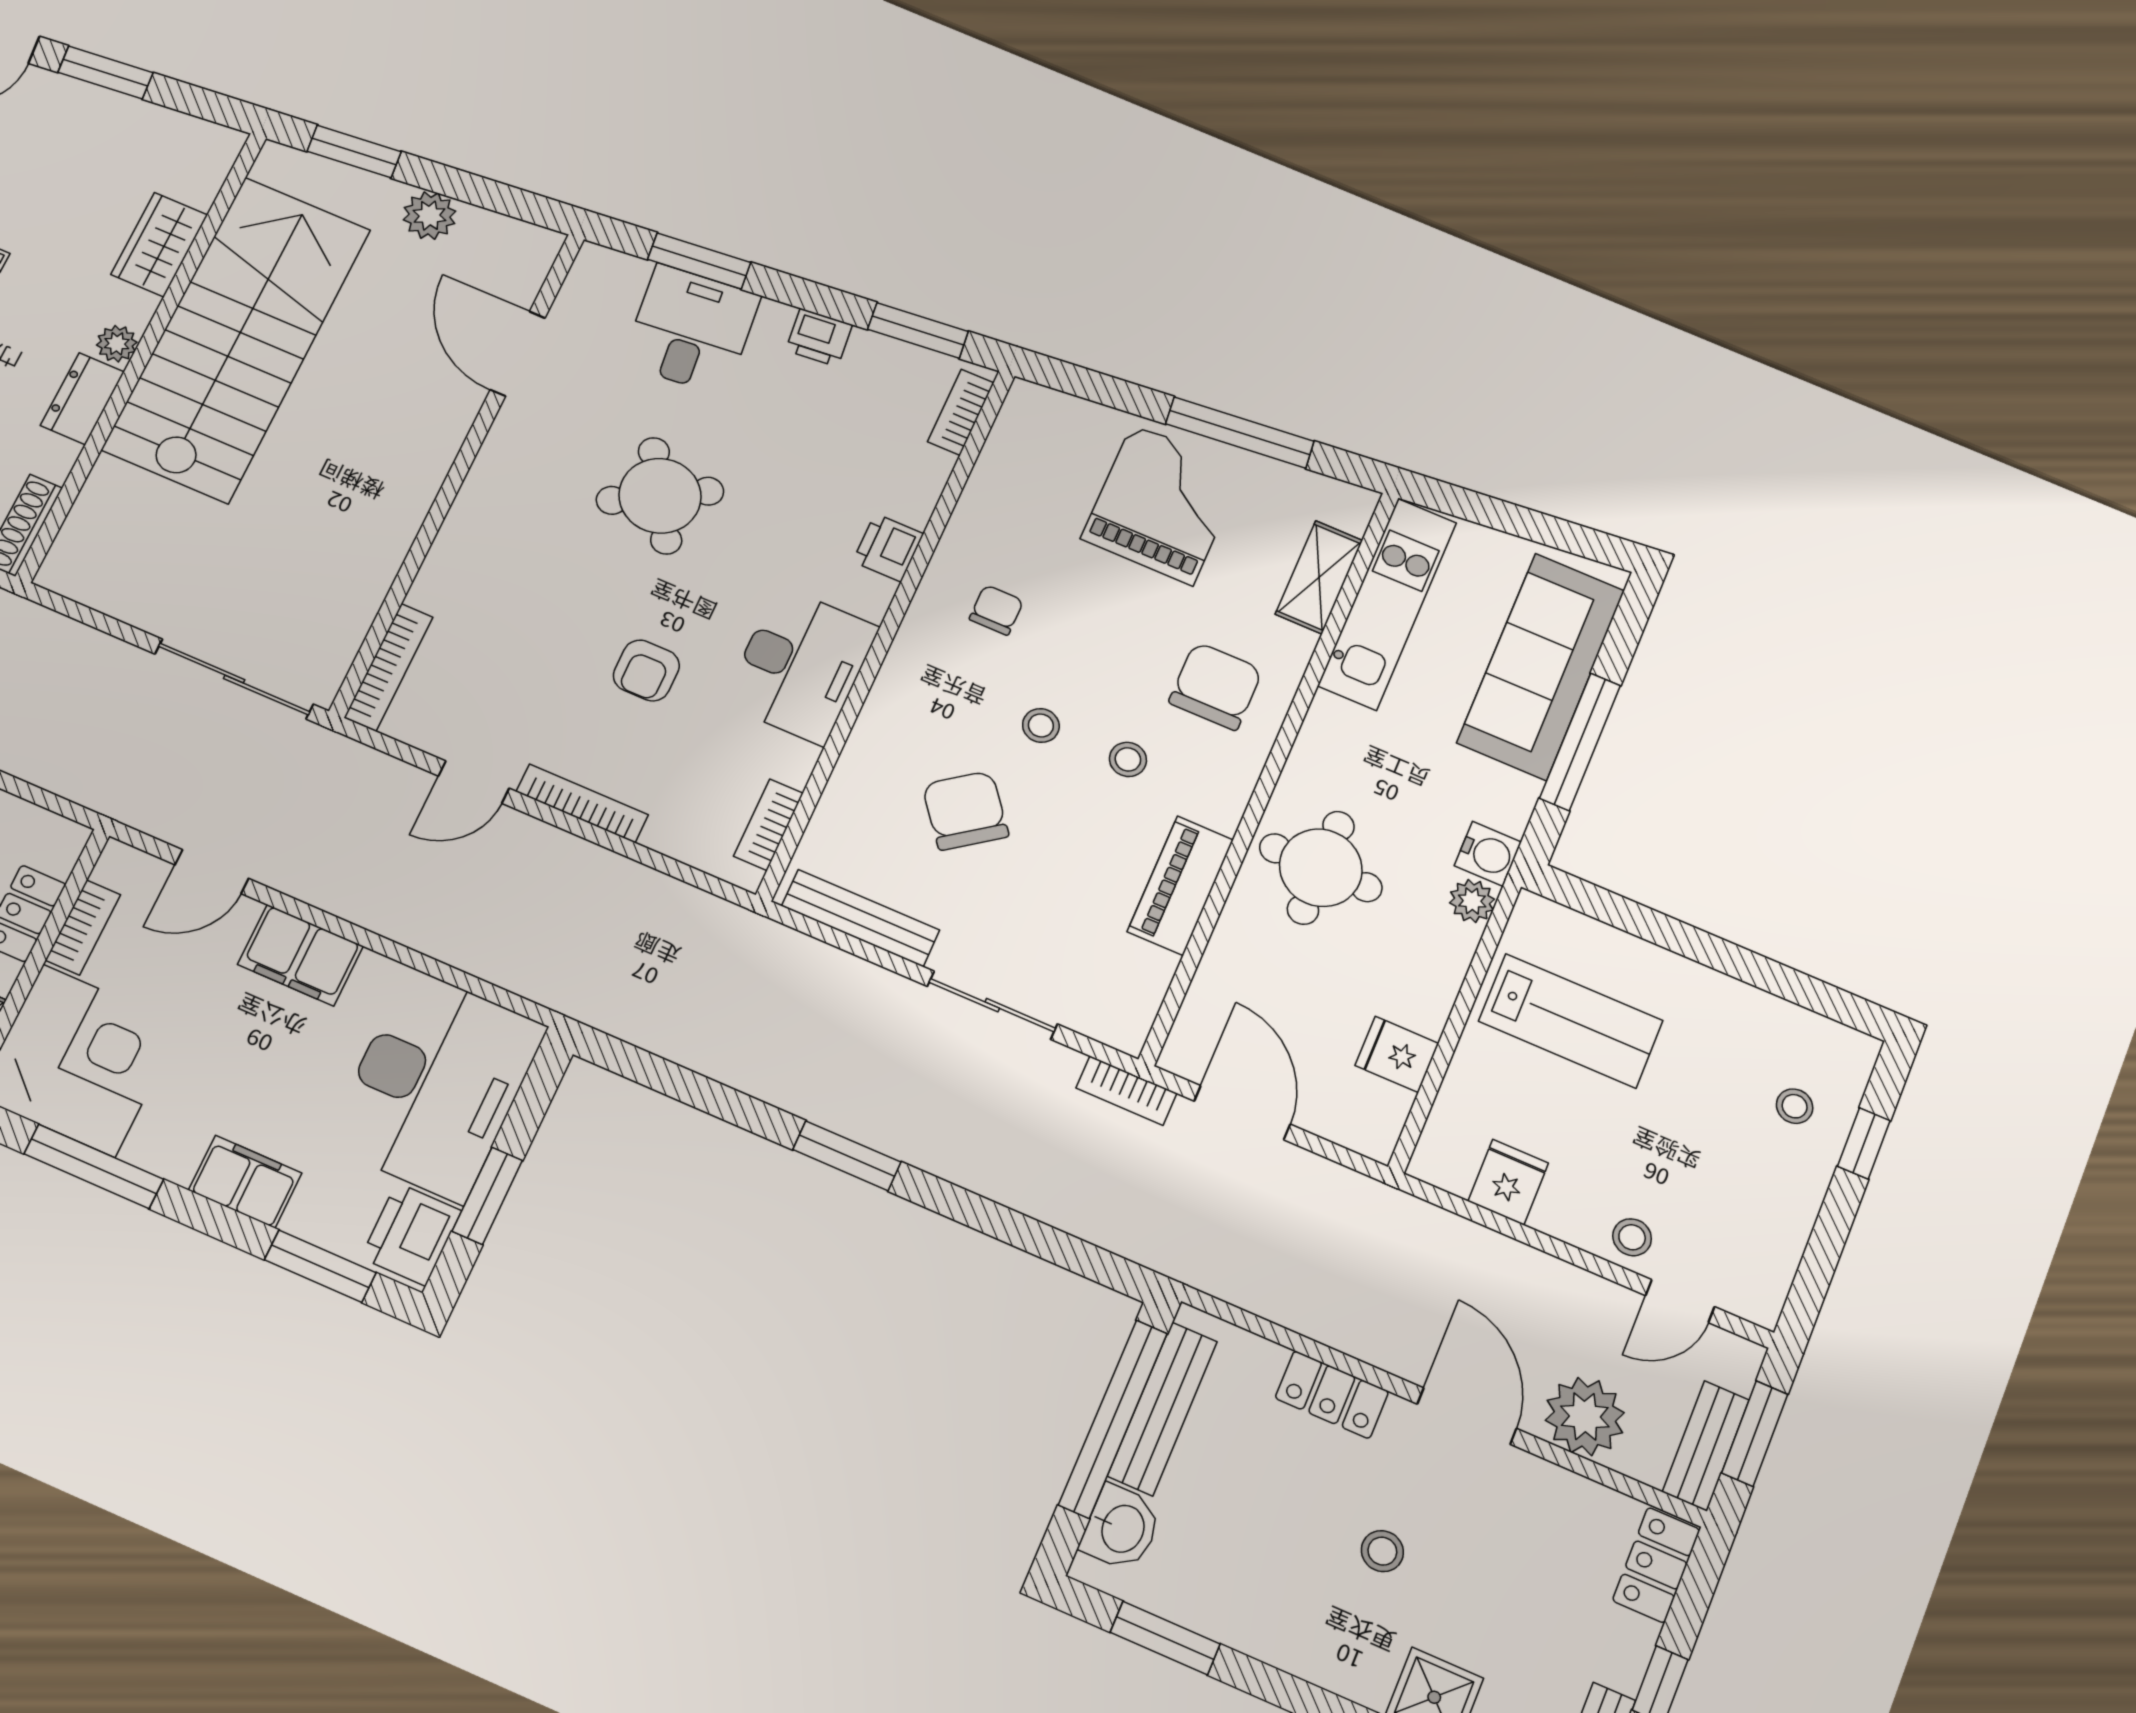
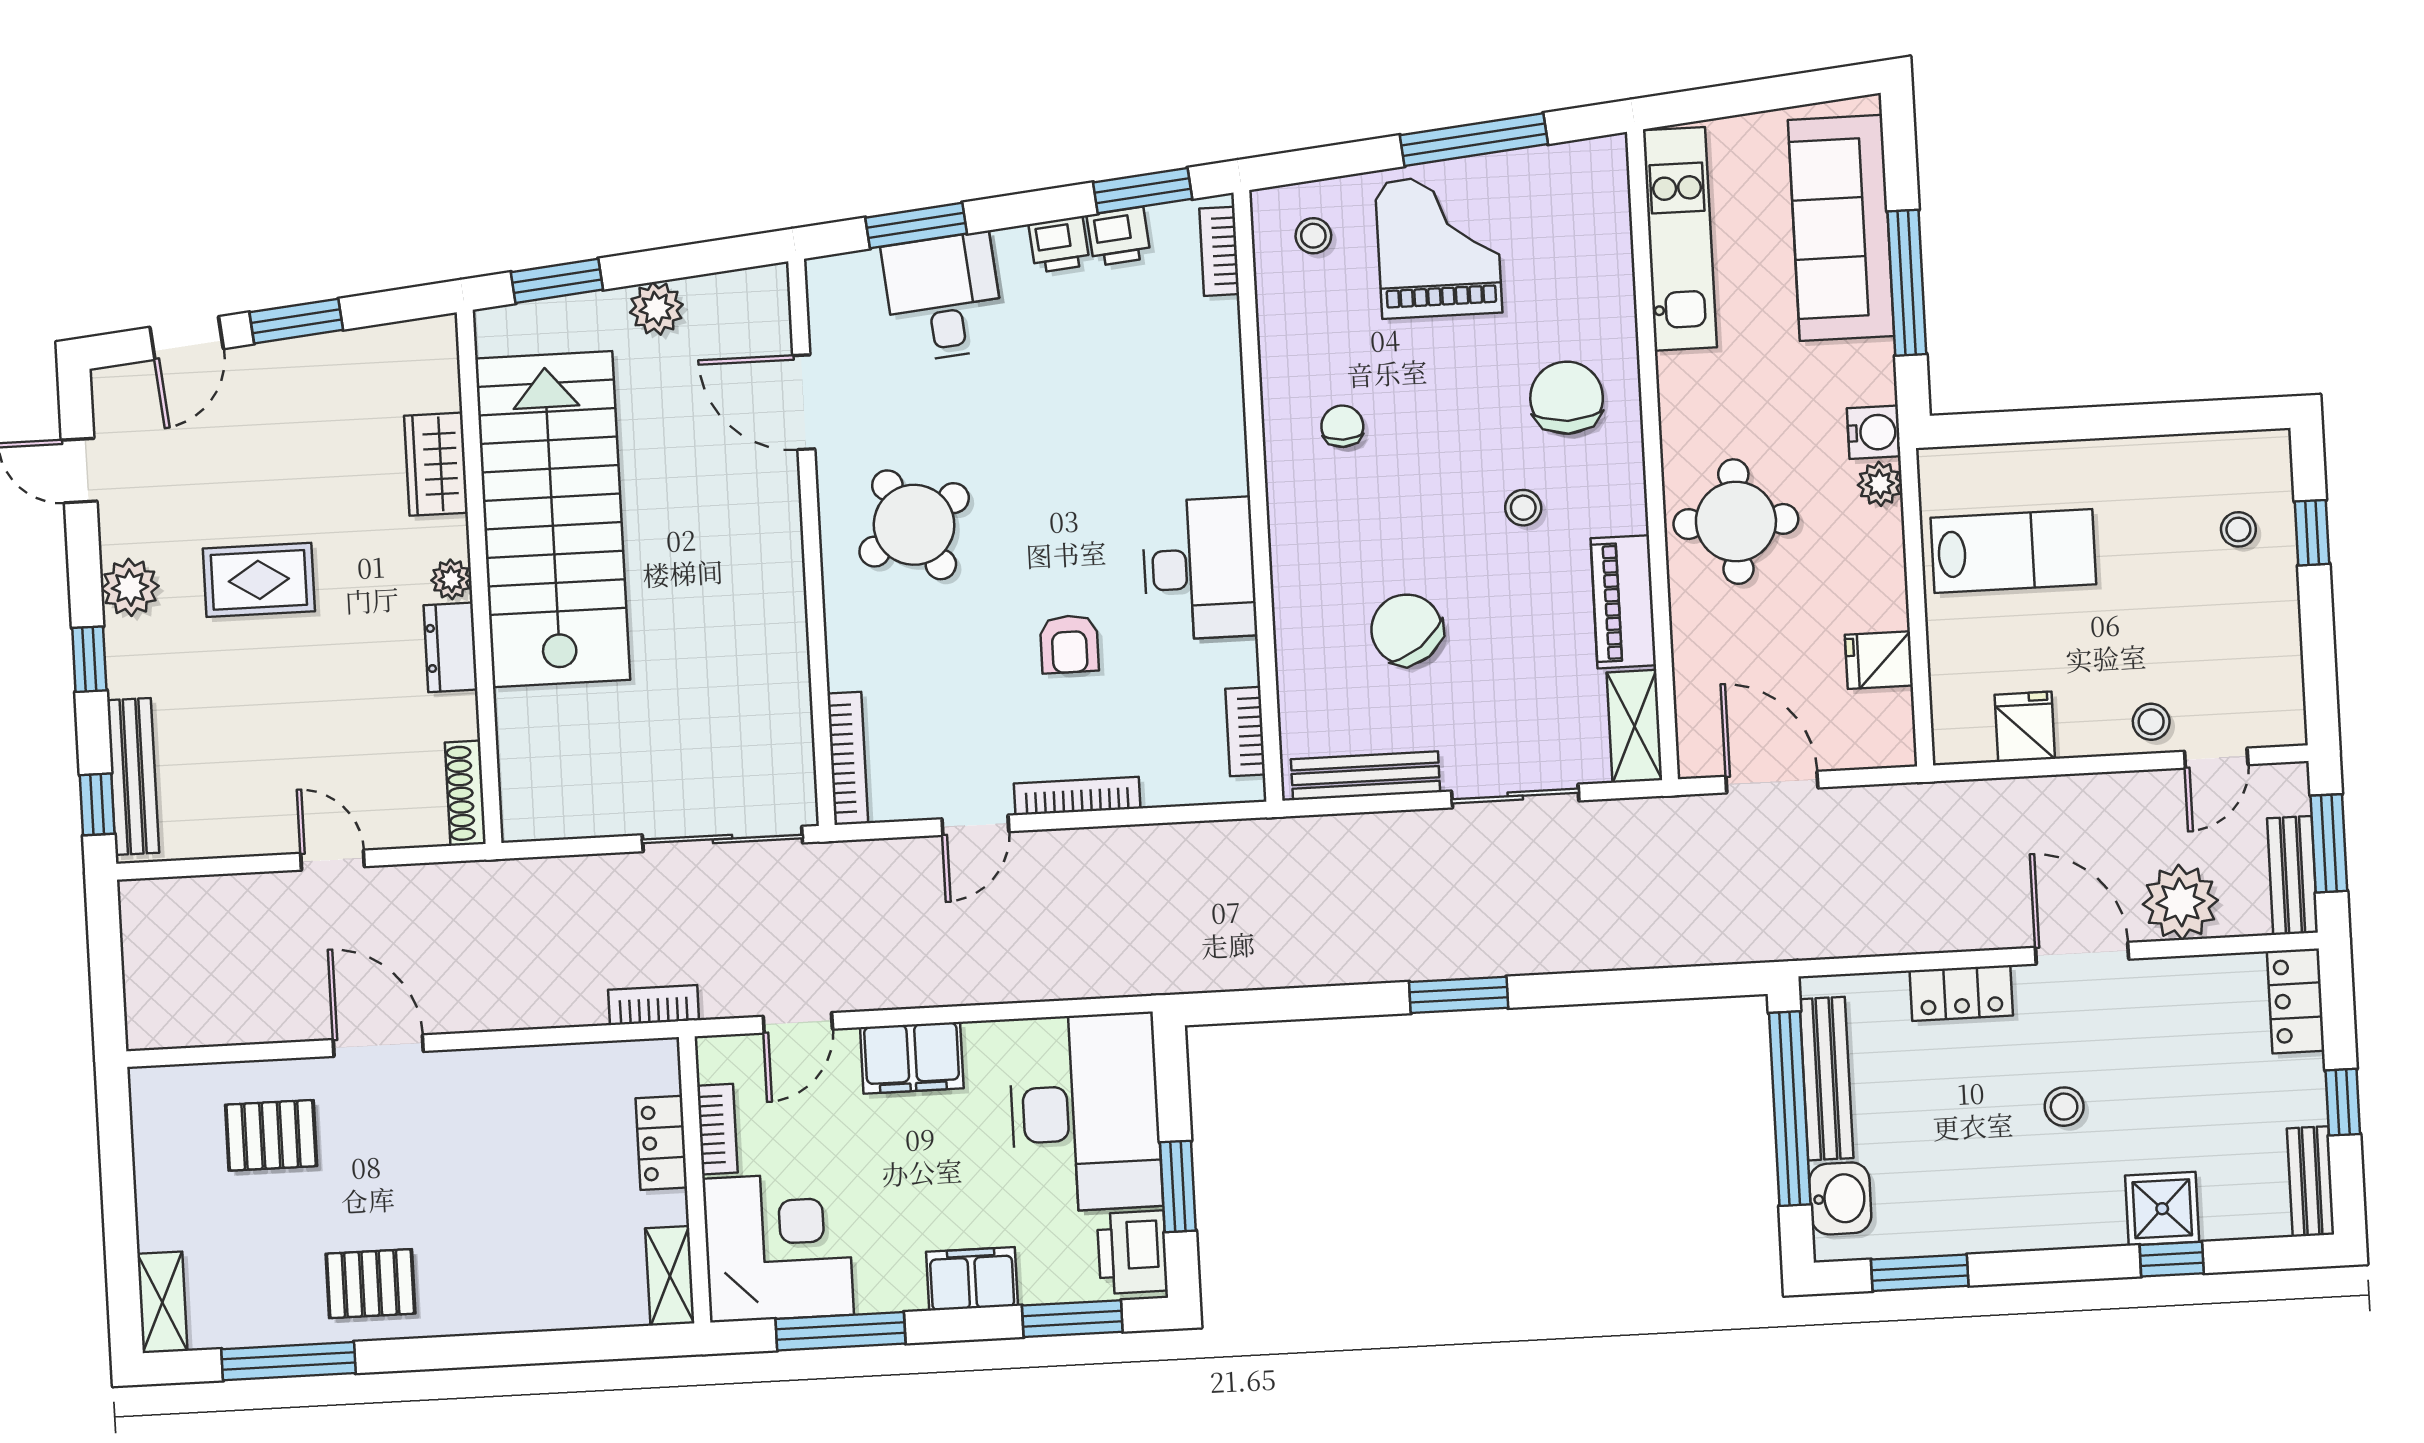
round table: (660, 496) -> (914, 525), moved
printer: (888, 548) -> (1119, 237), moved, turned -96
shelving: (1319, 577) -> (1634, 726), moved
stool: (1041, 726) -> (1313, 236), moved
bookcase: (1126, 1091) -> (654, 1005), moved, turned 180

